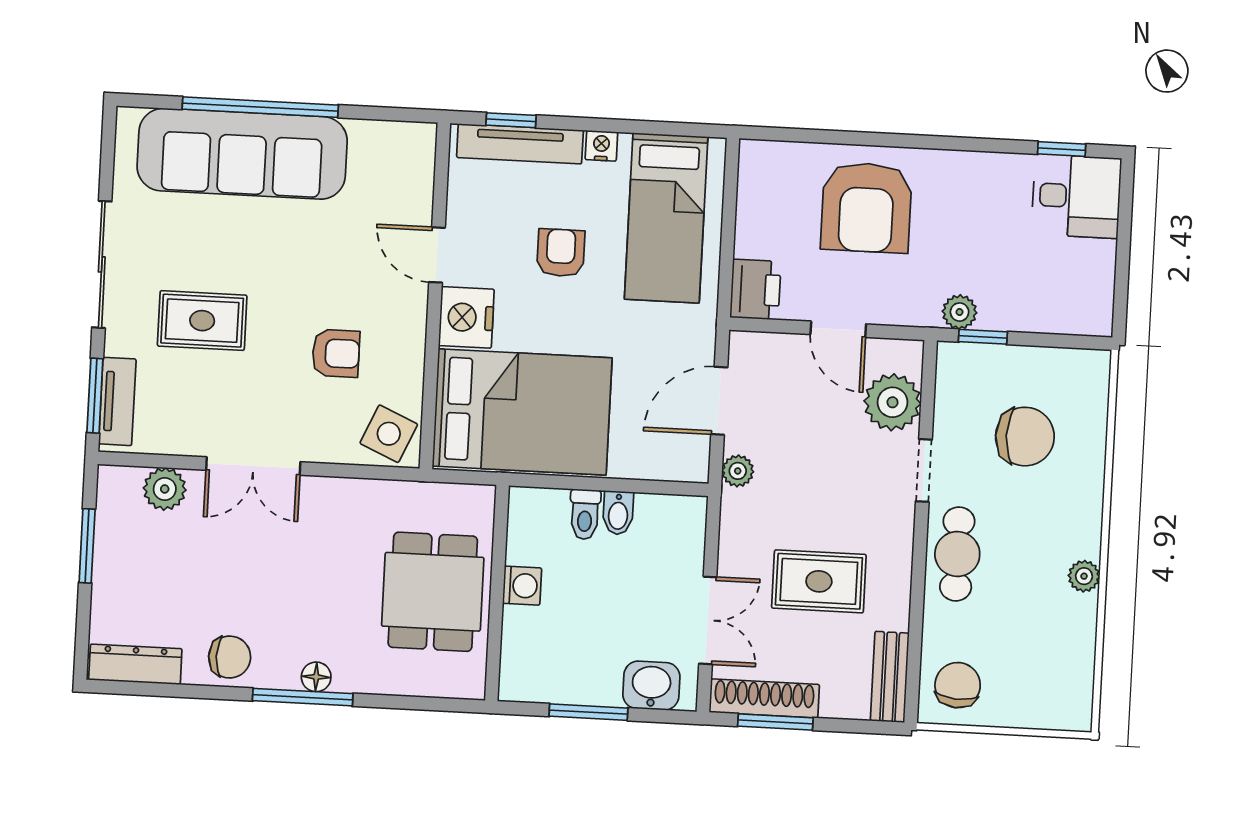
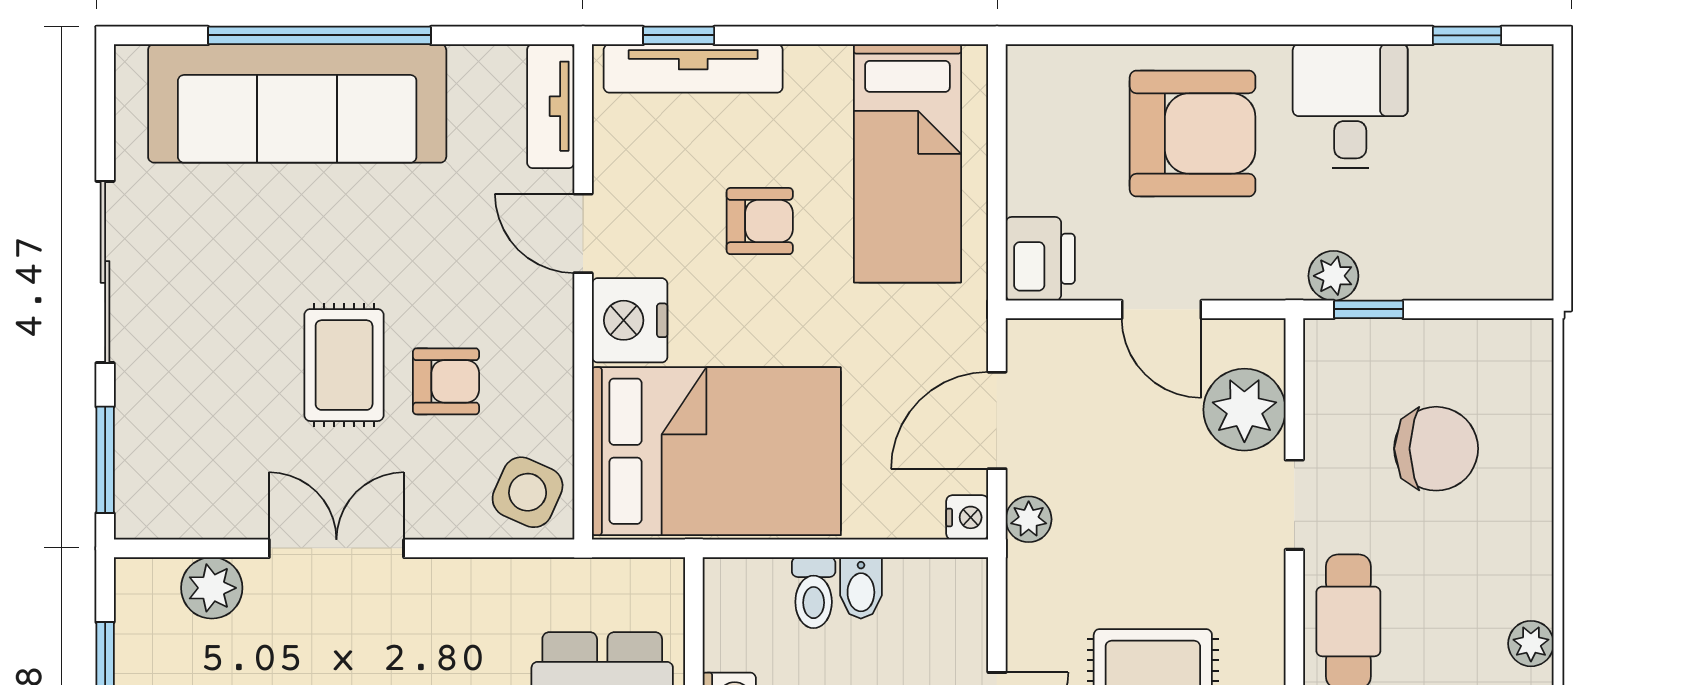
nightstand: (601, 146) -> (967, 517), moved, turned 90
desk: (1076, 196) -> (1350, 106), moved, turned -90
armchair: (866, 208) -> (1193, 134), turned -90
armchair: (561, 253) -> (760, 221), turned 90
rug: (202, 321) -> (344, 365), moved, turned 90
tv unit: (117, 401) -> (551, 106), moved, turned 180
double door: (253, 466) -> (336, 548), swing flipped

